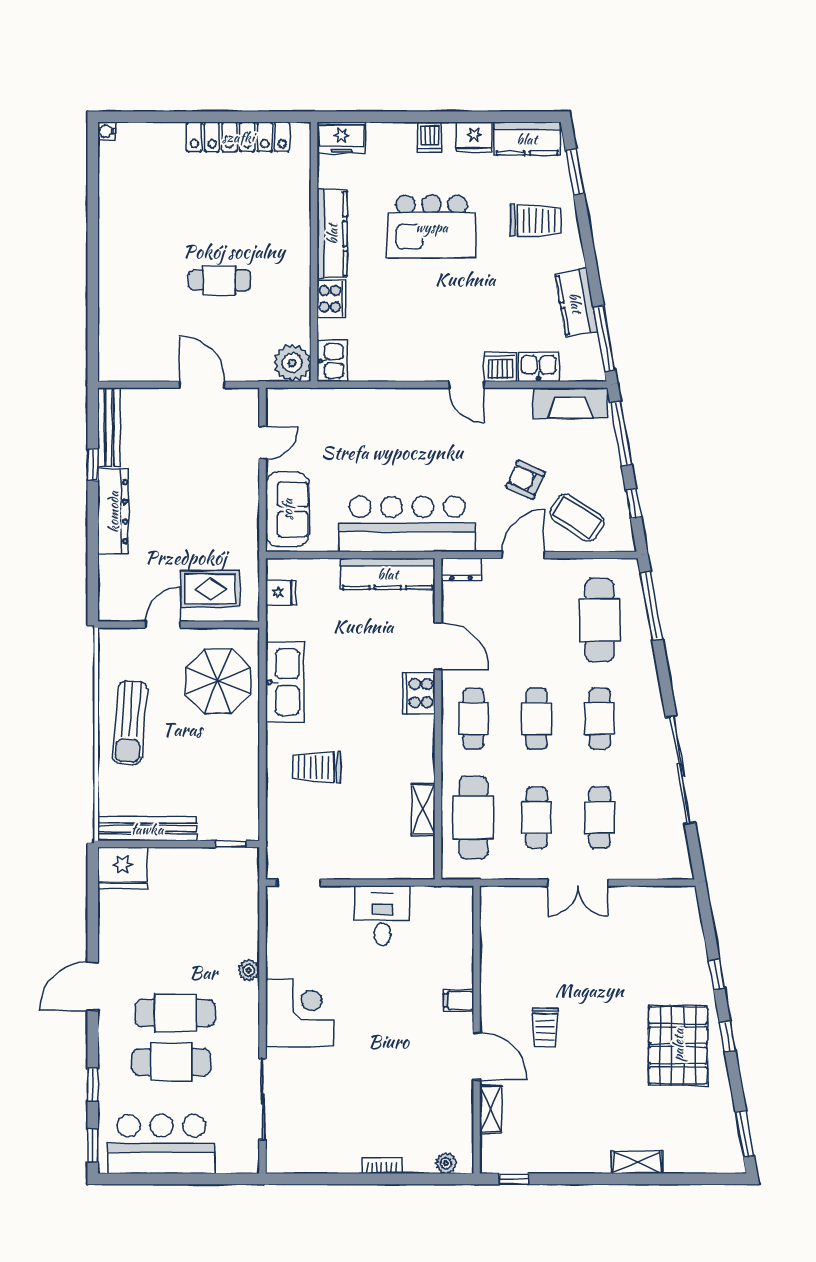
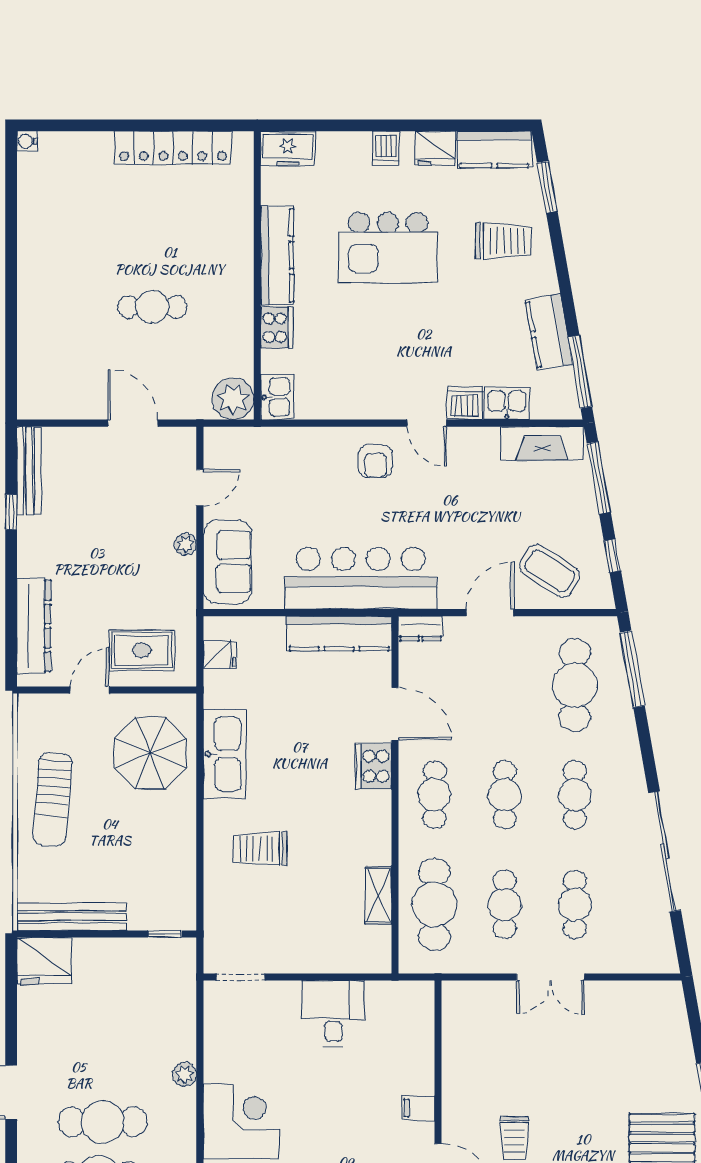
armchair: (526, 480) -> (375, 461), moved, turned -114
plant: (249, 494) -> (185, 544), added
dresser: (113, 512) -> (34, 626), moved

